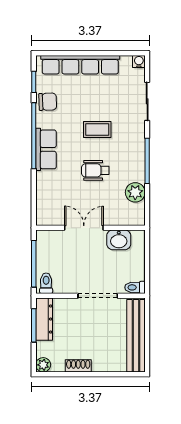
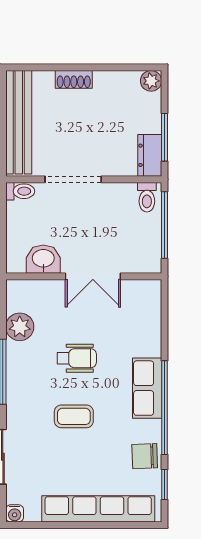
dresser: (44, 319) -> (150, 155), width x0.70
shoe rack: (78, 366) -> (74, 79), moved

